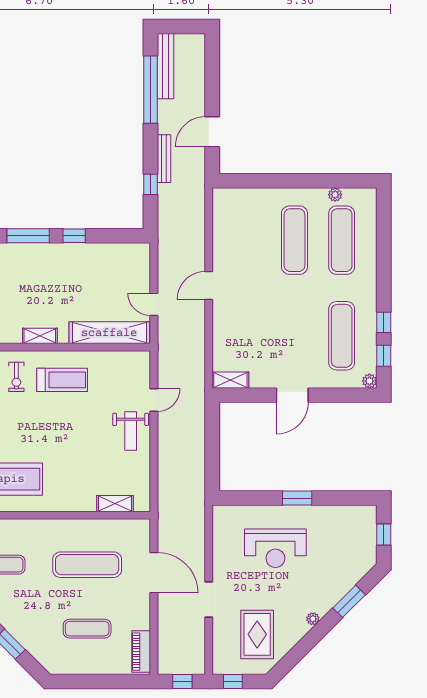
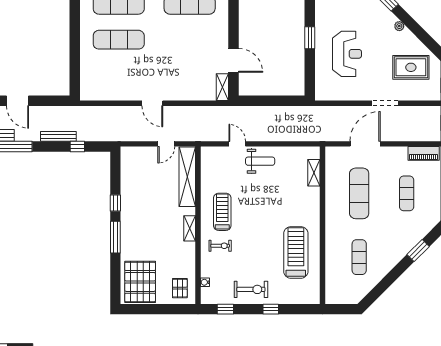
door: (212, 132) -> (18, 101), moved
plant: (335, 195) -> (85, 10), removed
door: (292, 395) -> (234, 60), moved

